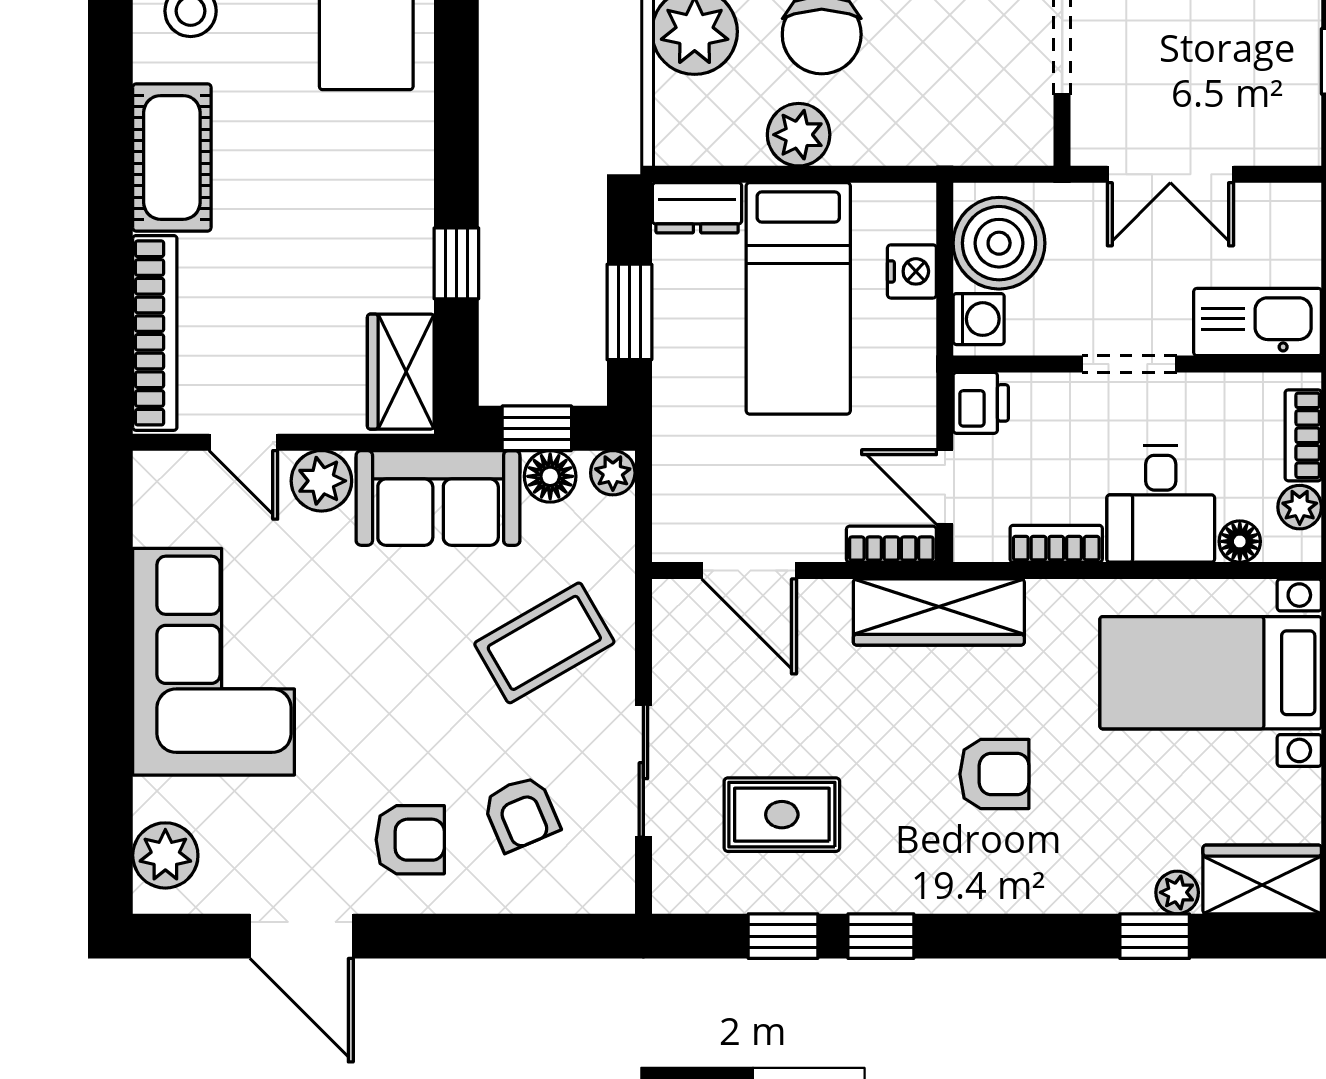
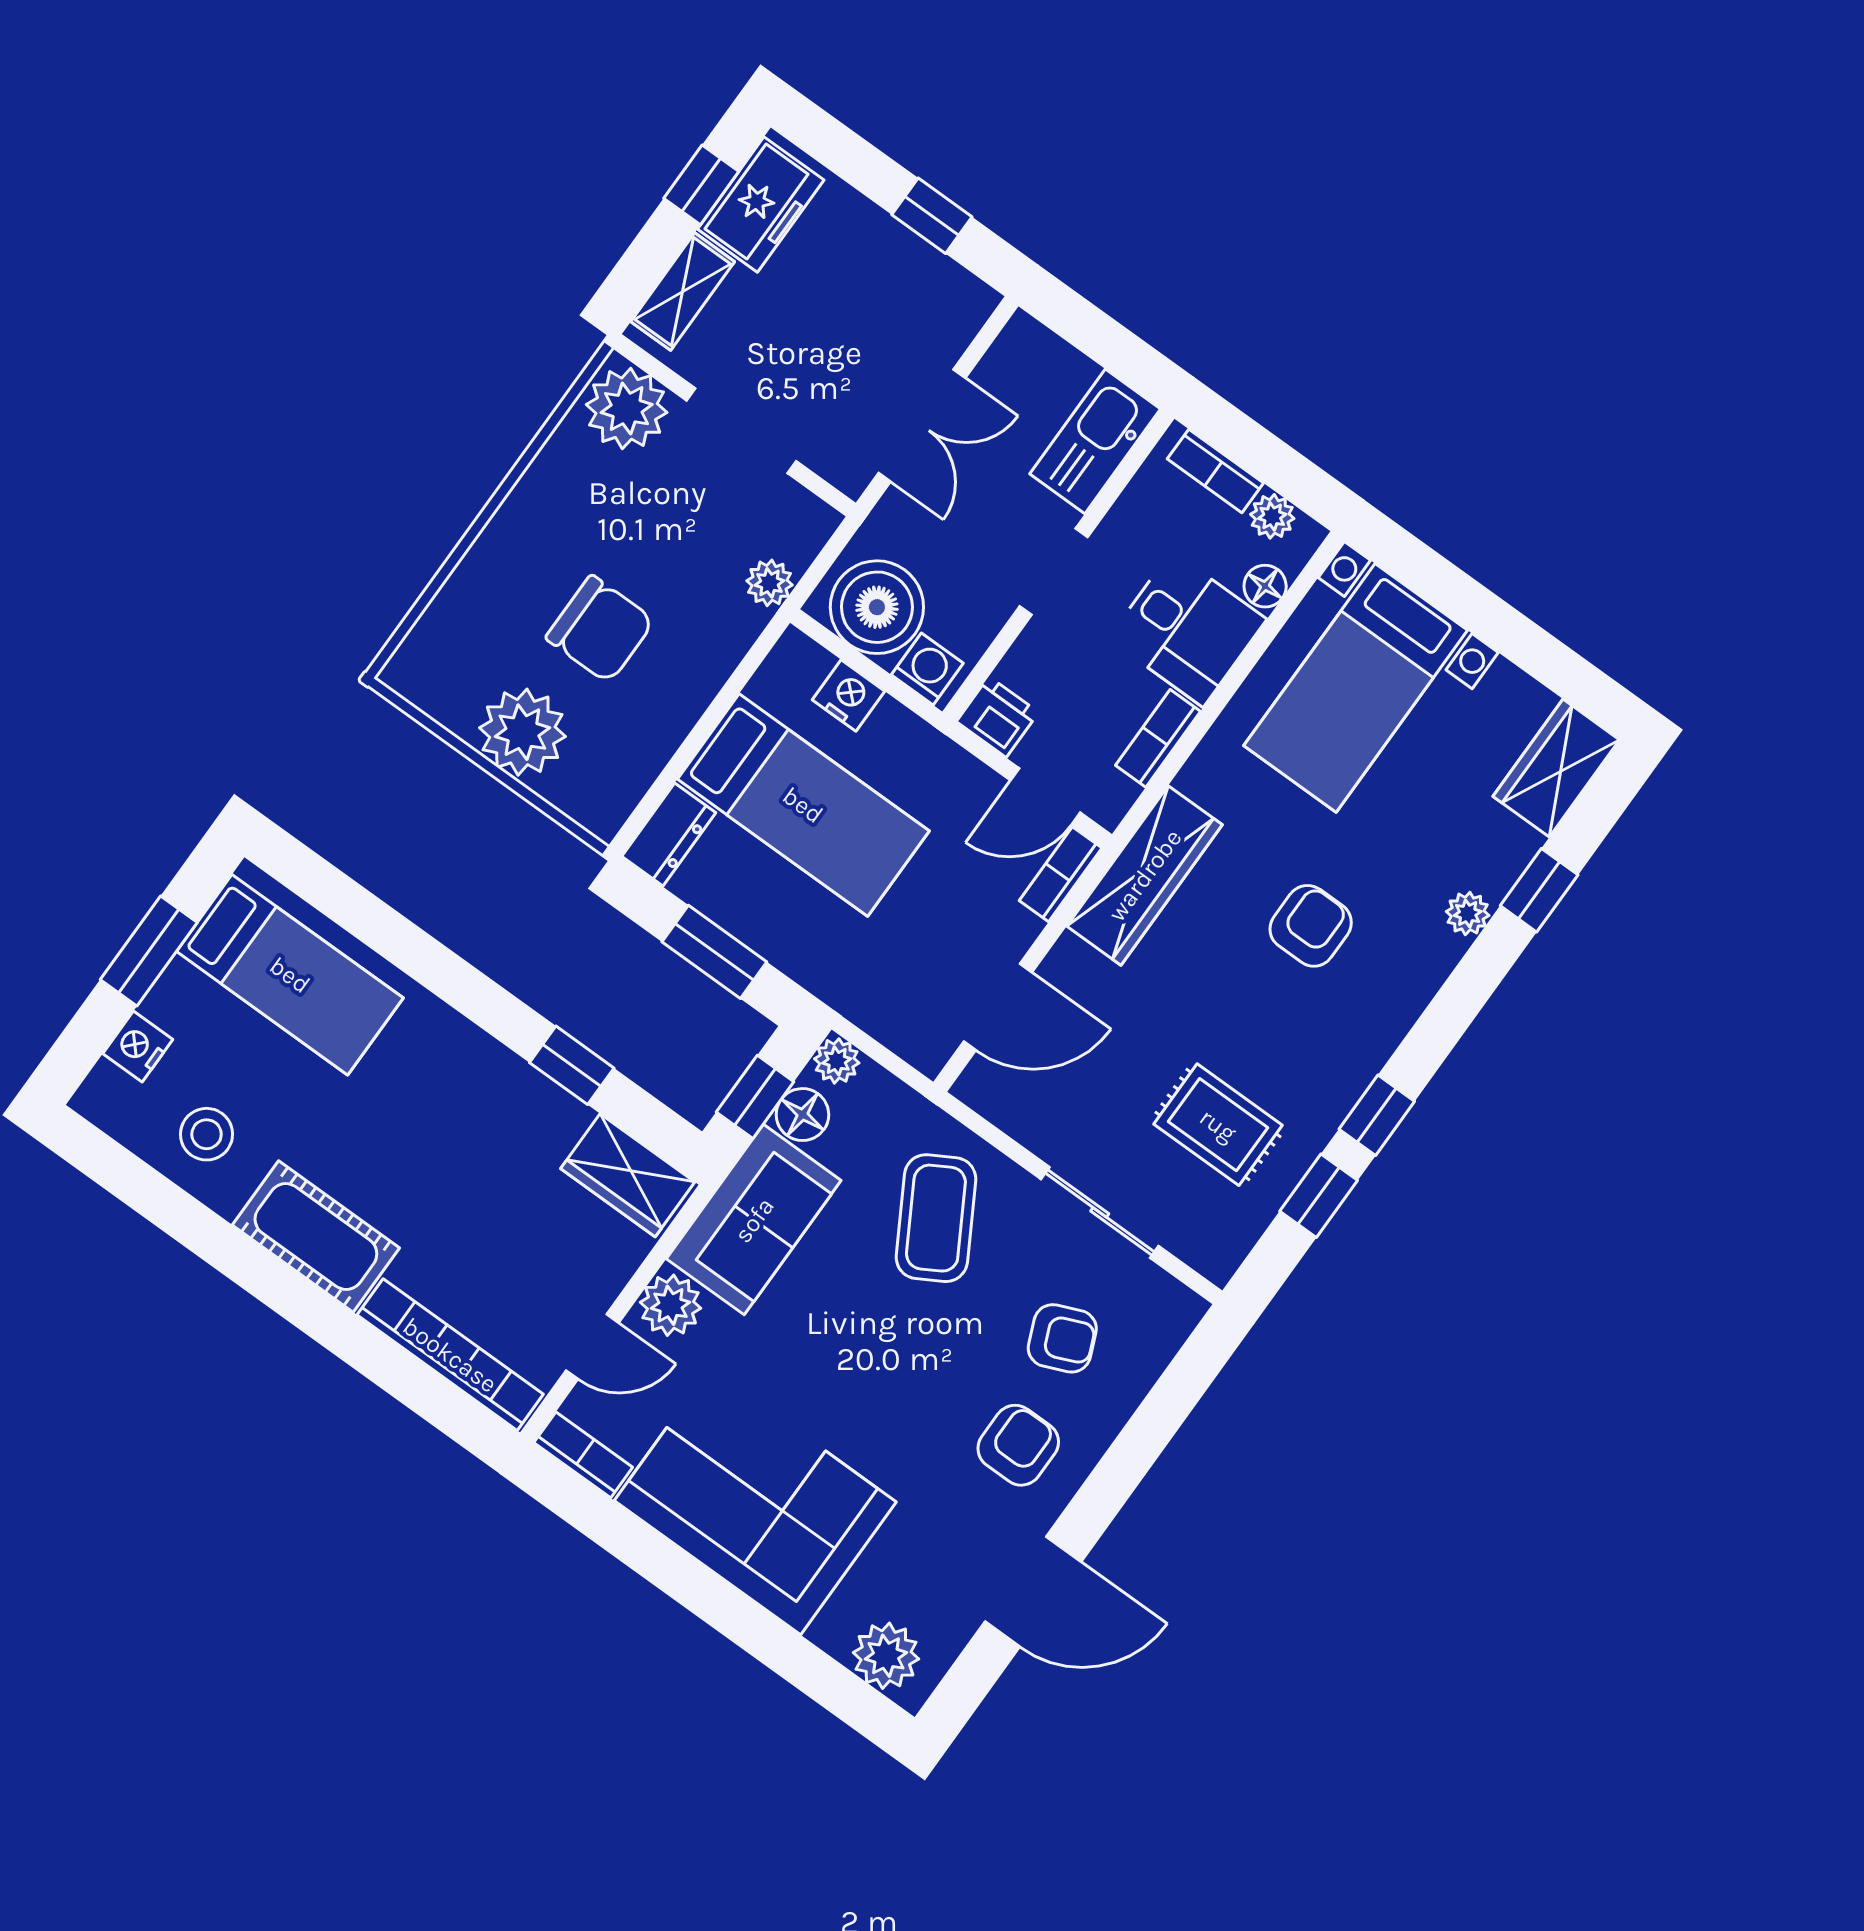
plant: (799, 135) -> (770, 583), moved, width x0.73, depth x0.73
bookcase: (151, 497) -> (583, 1455), added
rug: (782, 815) -> (1218, 1125), turned 90
plant: (1177, 892) -> (1468, 914), moved

